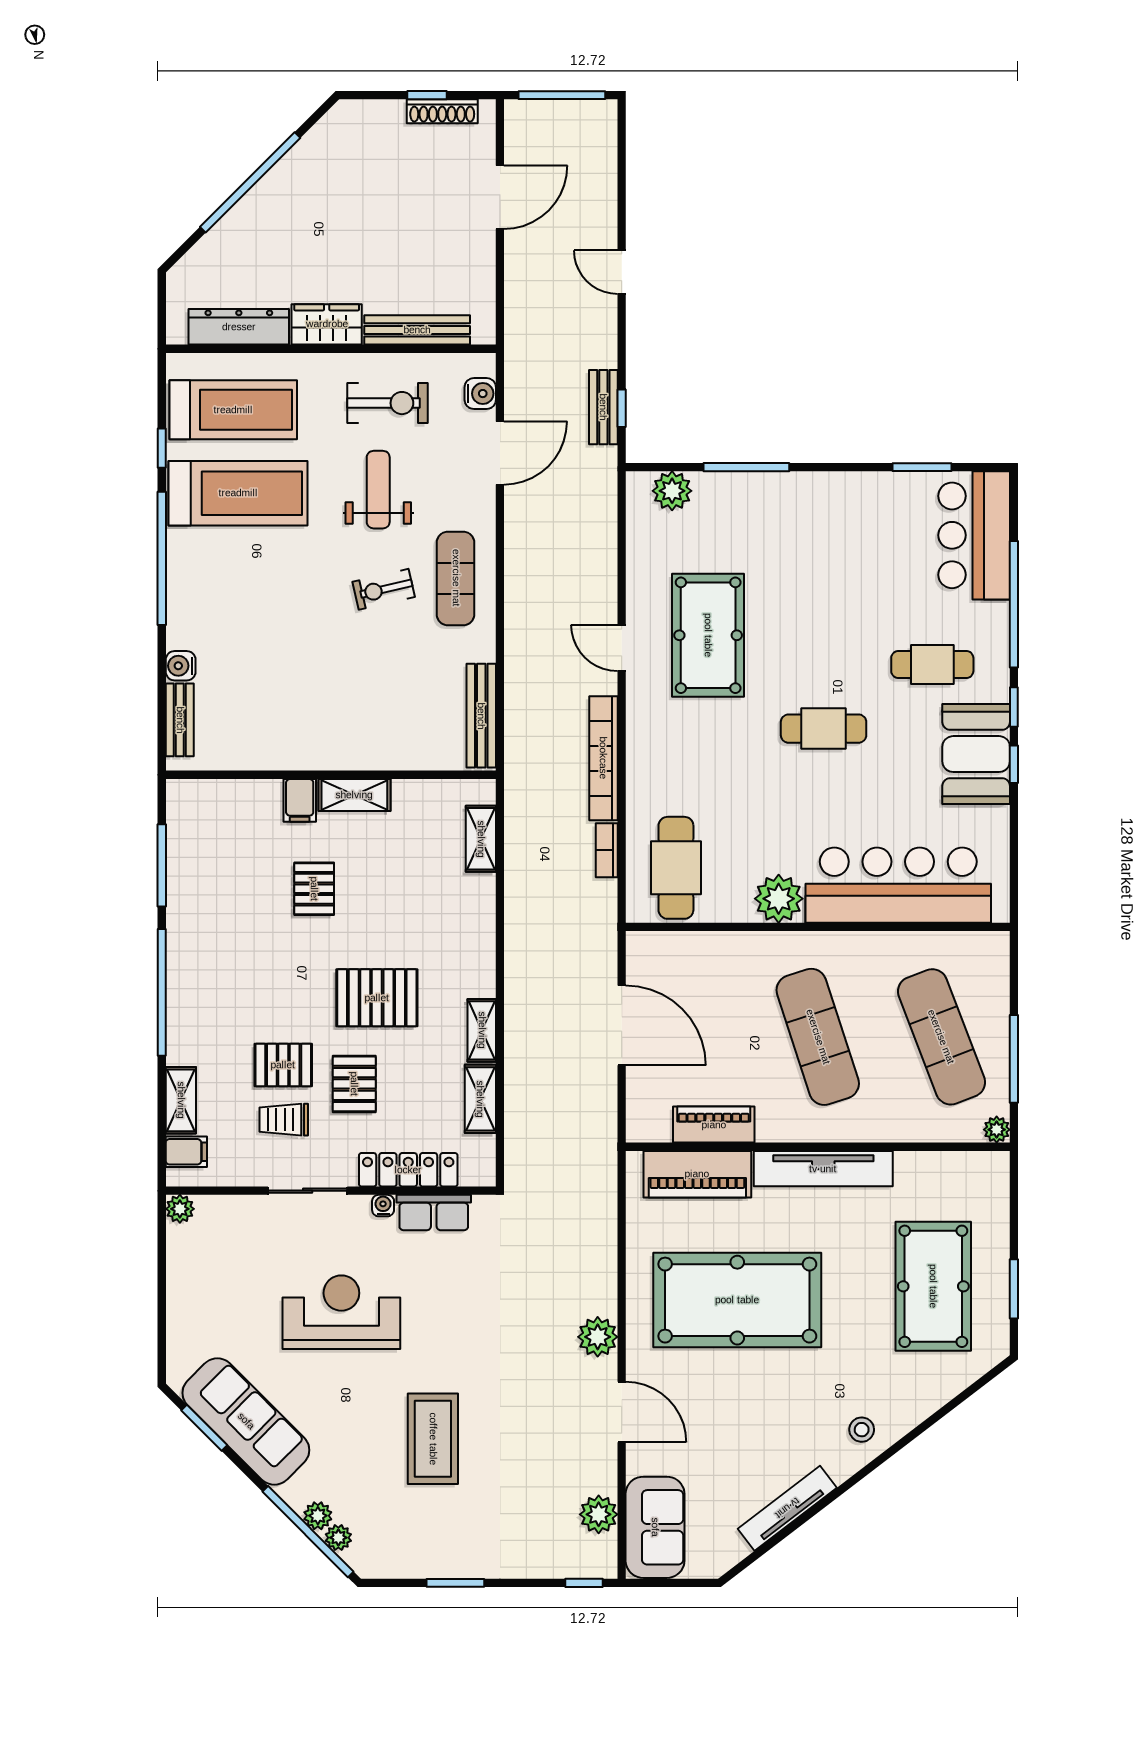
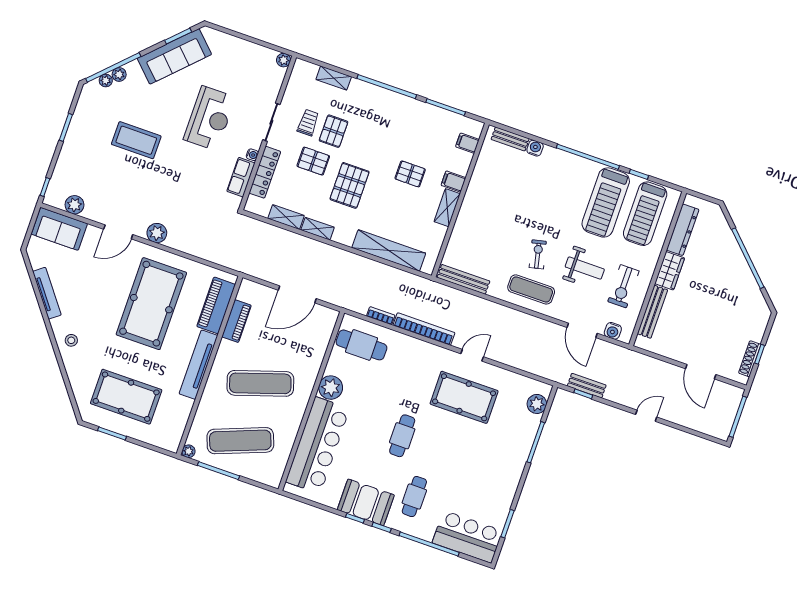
shelving: (481, 839) -> (389, 251), width x2.20, depth x1.33
filing cabinet: (186, 1152) -> (467, 143), moved, turned 90

